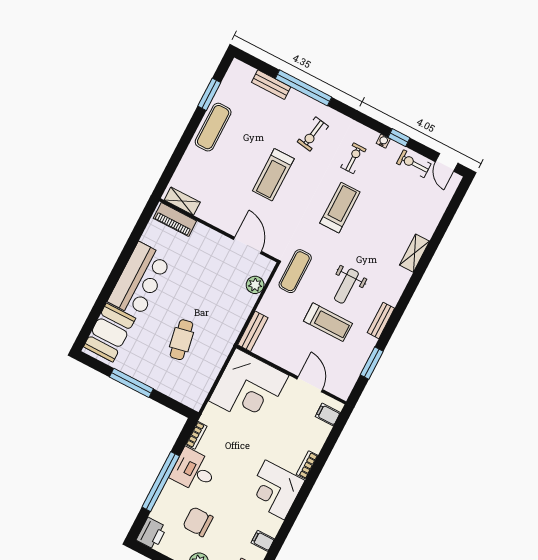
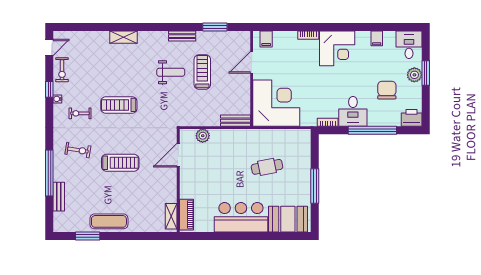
exercise mat: (295, 271) -> (179, 113), removed
chair: (198, 522) -> (387, 90), turned 180

